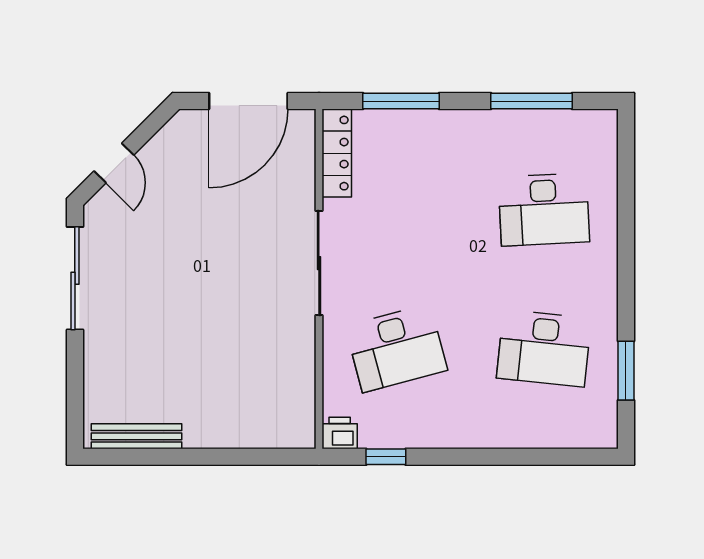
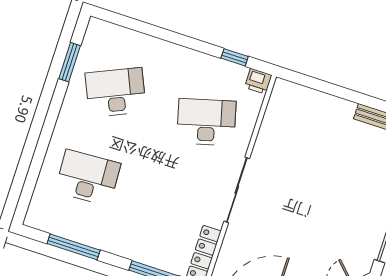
desk: (544, 348) -> (116, 92), turned -30

